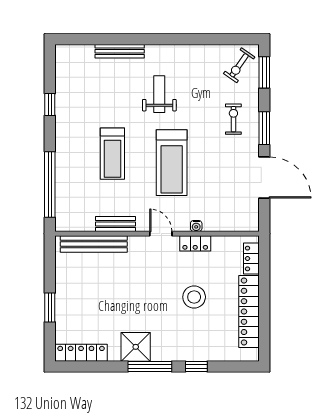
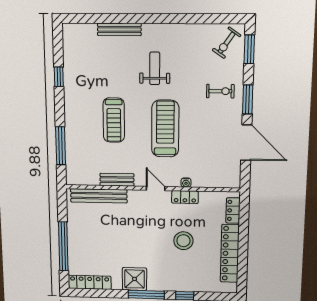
exercise bike: (233, 119) -> (220, 91), turned 90
treadmill: (172, 163) -> (165, 129), turned 180
window: (50, 185) -> (61, 146), width x0.68
window: (50, 308) -> (63, 246), width x2.11

